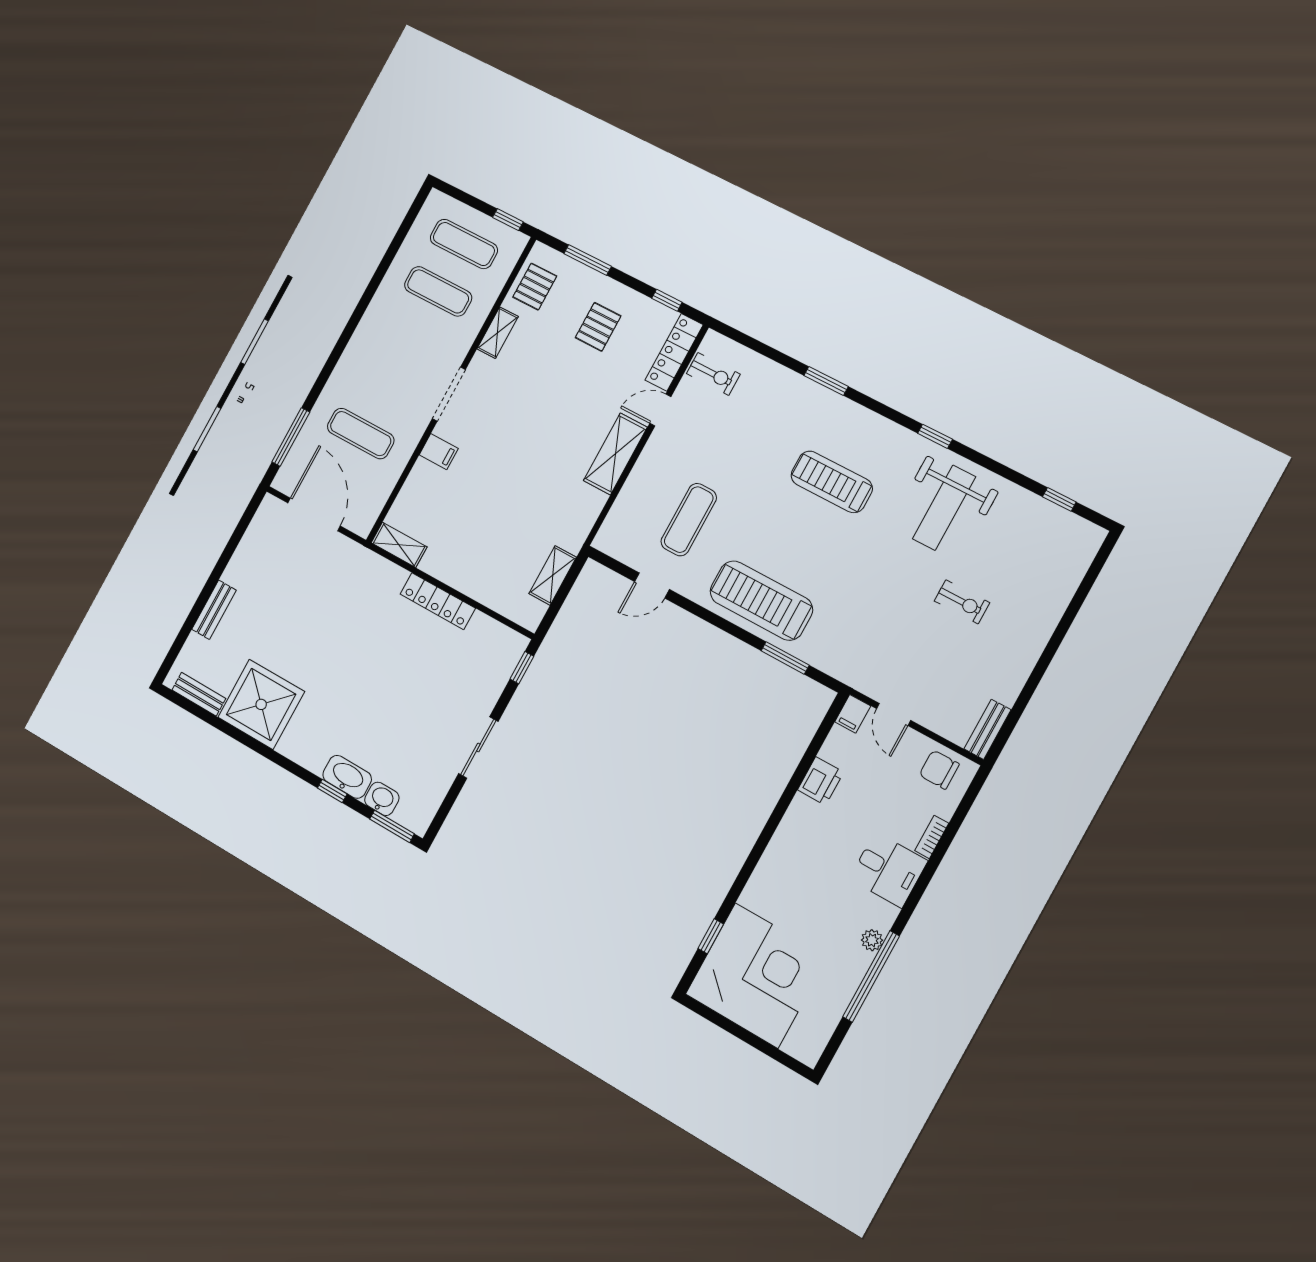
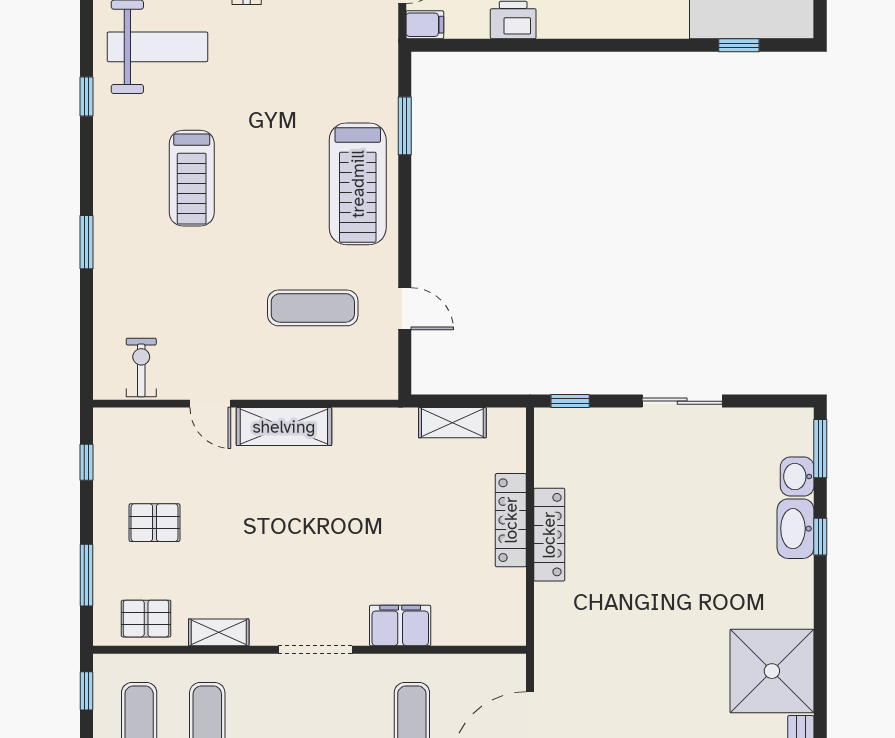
locker: (674, 352) -> (511, 520), moved, turned 90
filing cabinet: (439, 452) -> (400, 626), width x2.00
shelving: (399, 545) -> (511, 613), removed

